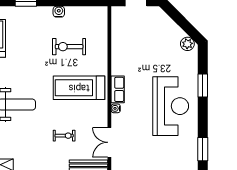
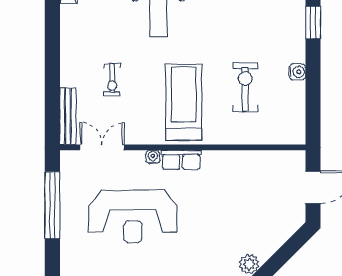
reception desk: (171, 106) -> (133, 216), moved

